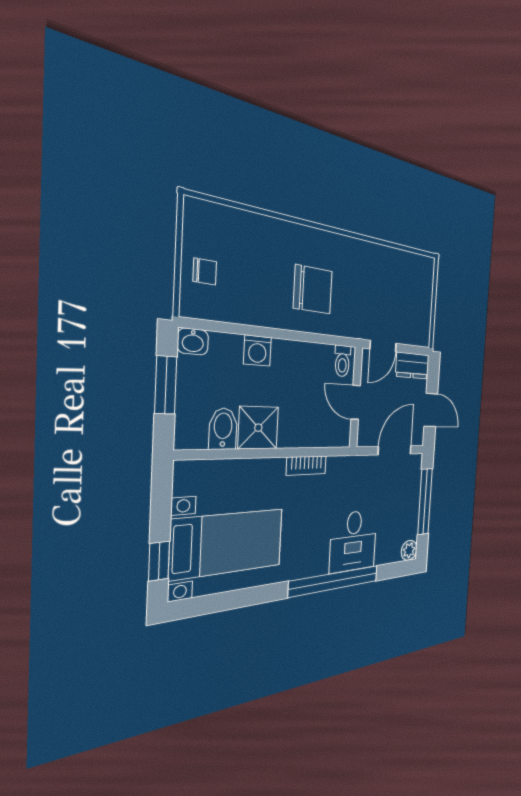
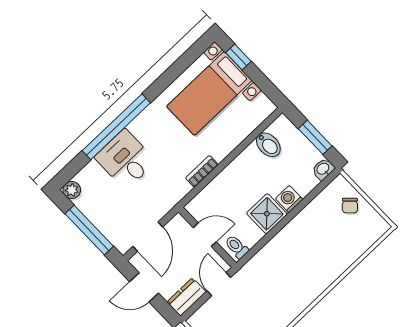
chair: (205, 271) -> (350, 206), turned -46
chair: (313, 290) -> (292, 262), removed
shower: (258, 428) -> (267, 214), moved

